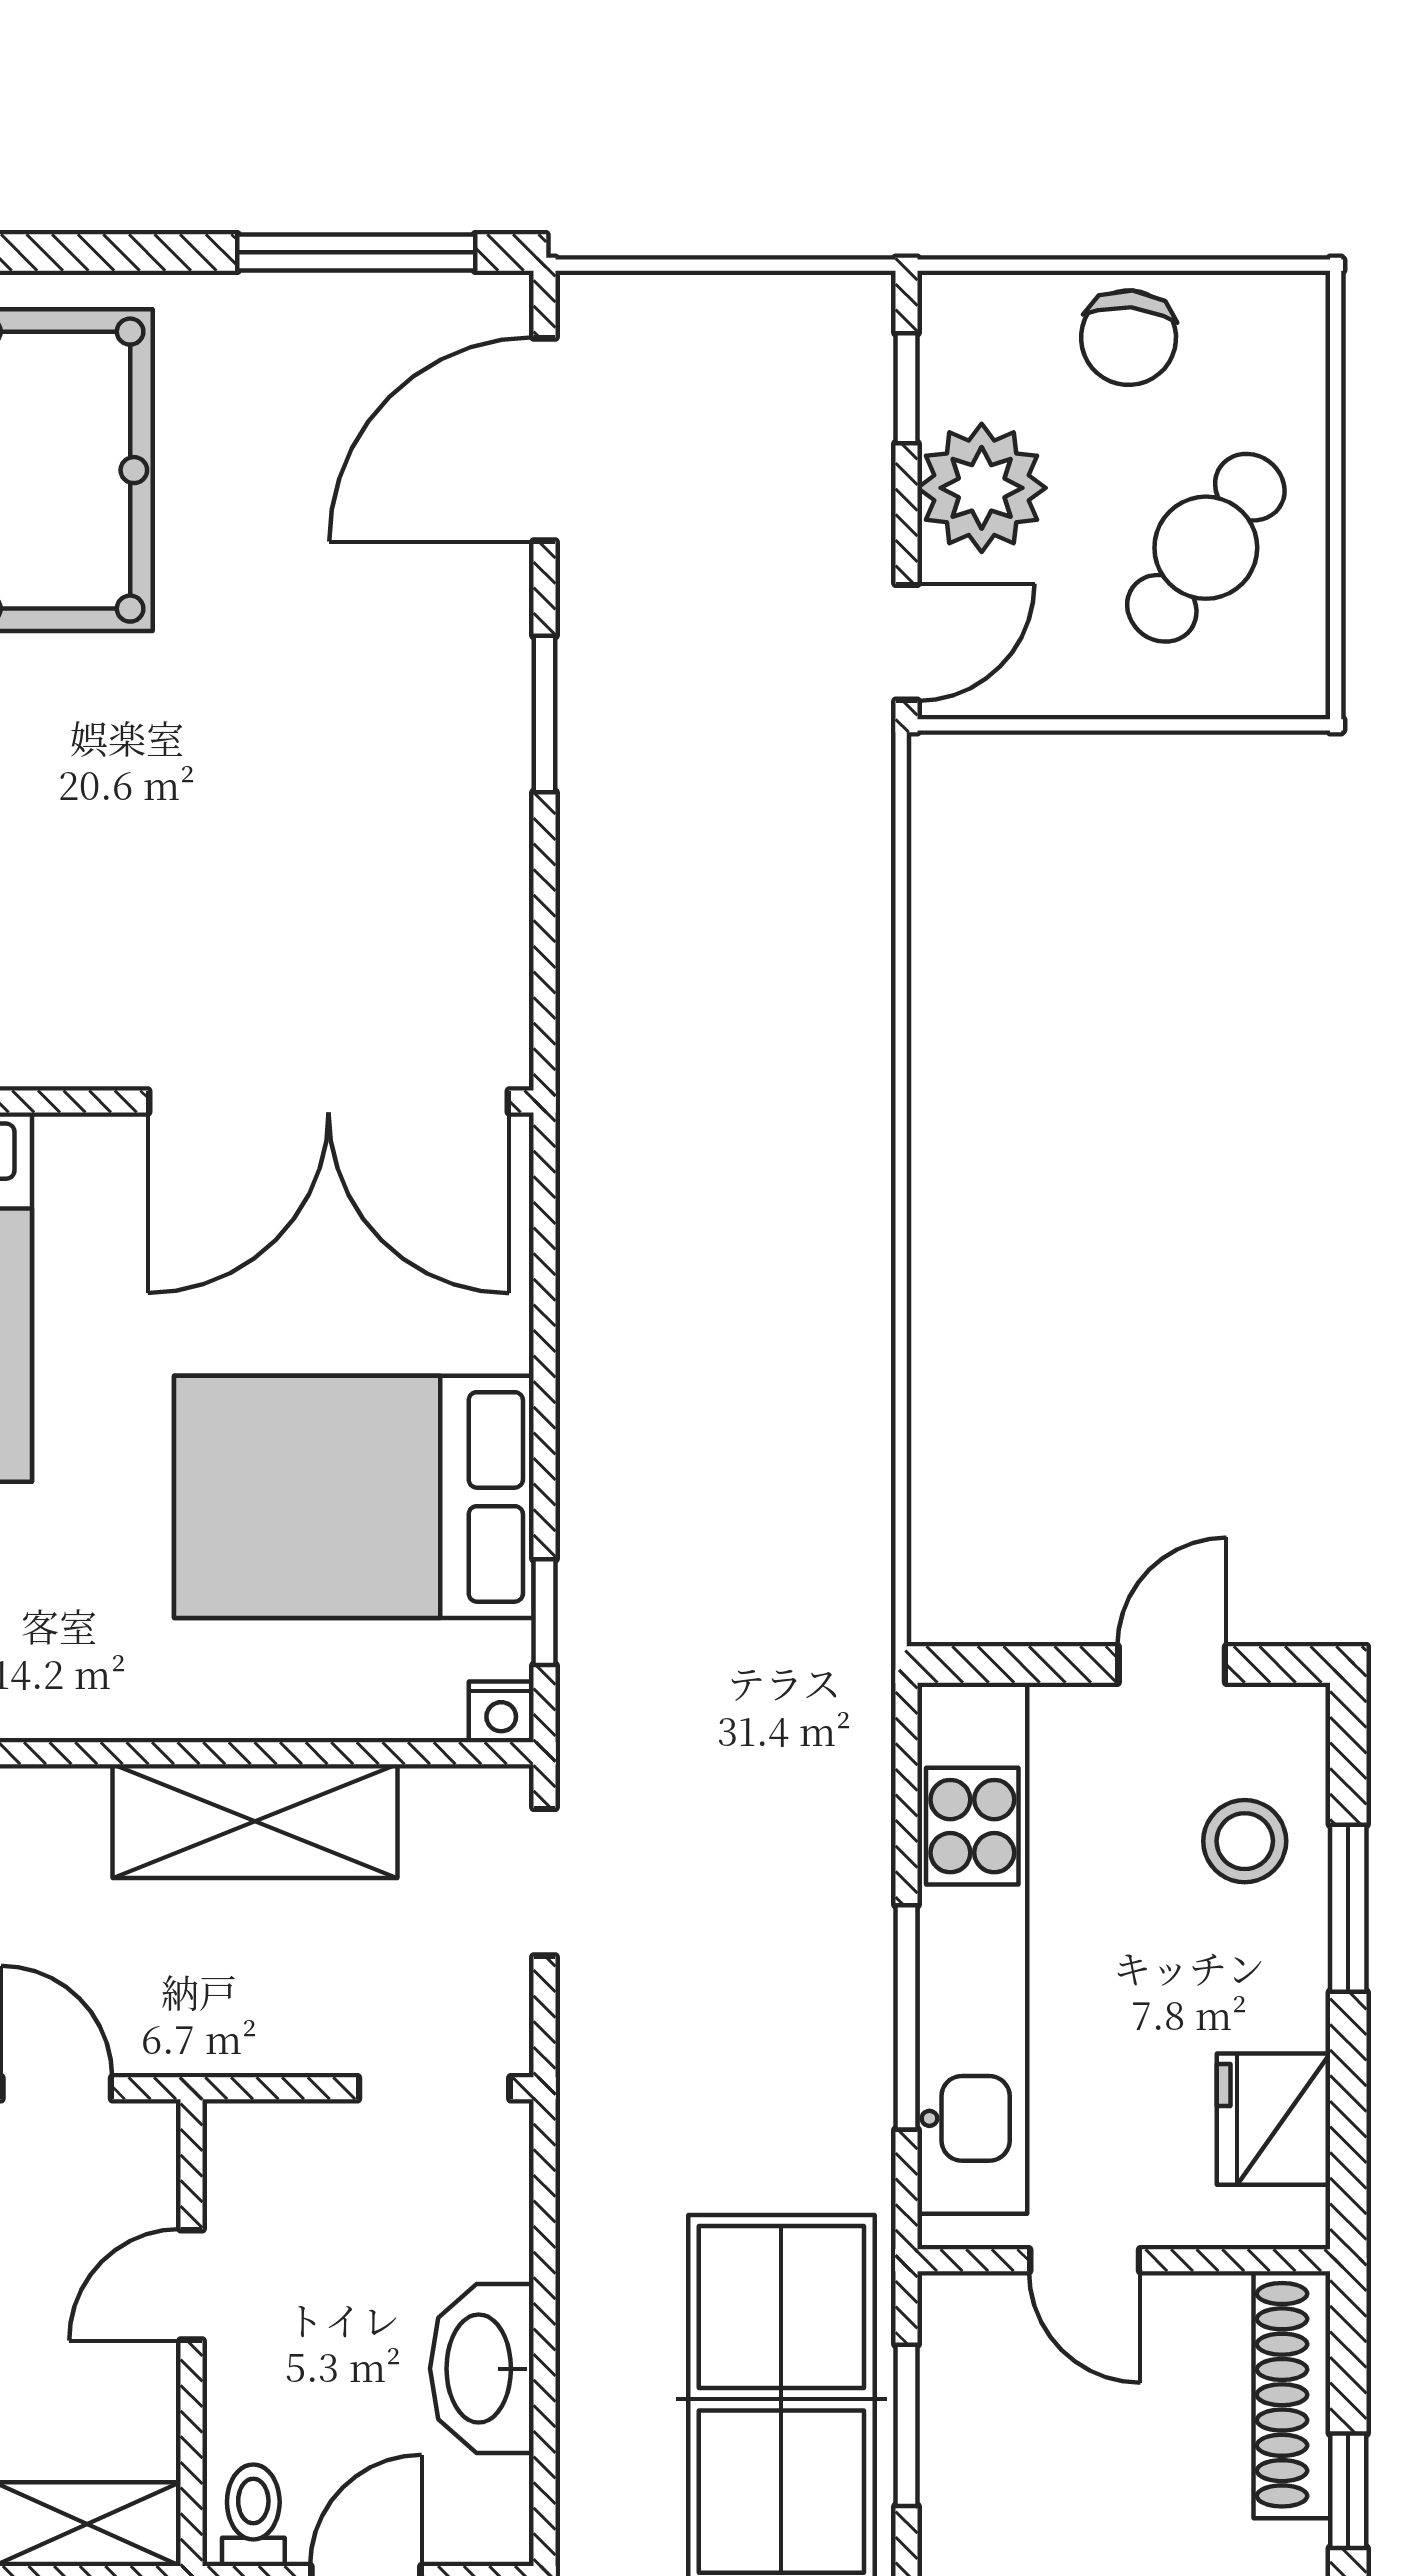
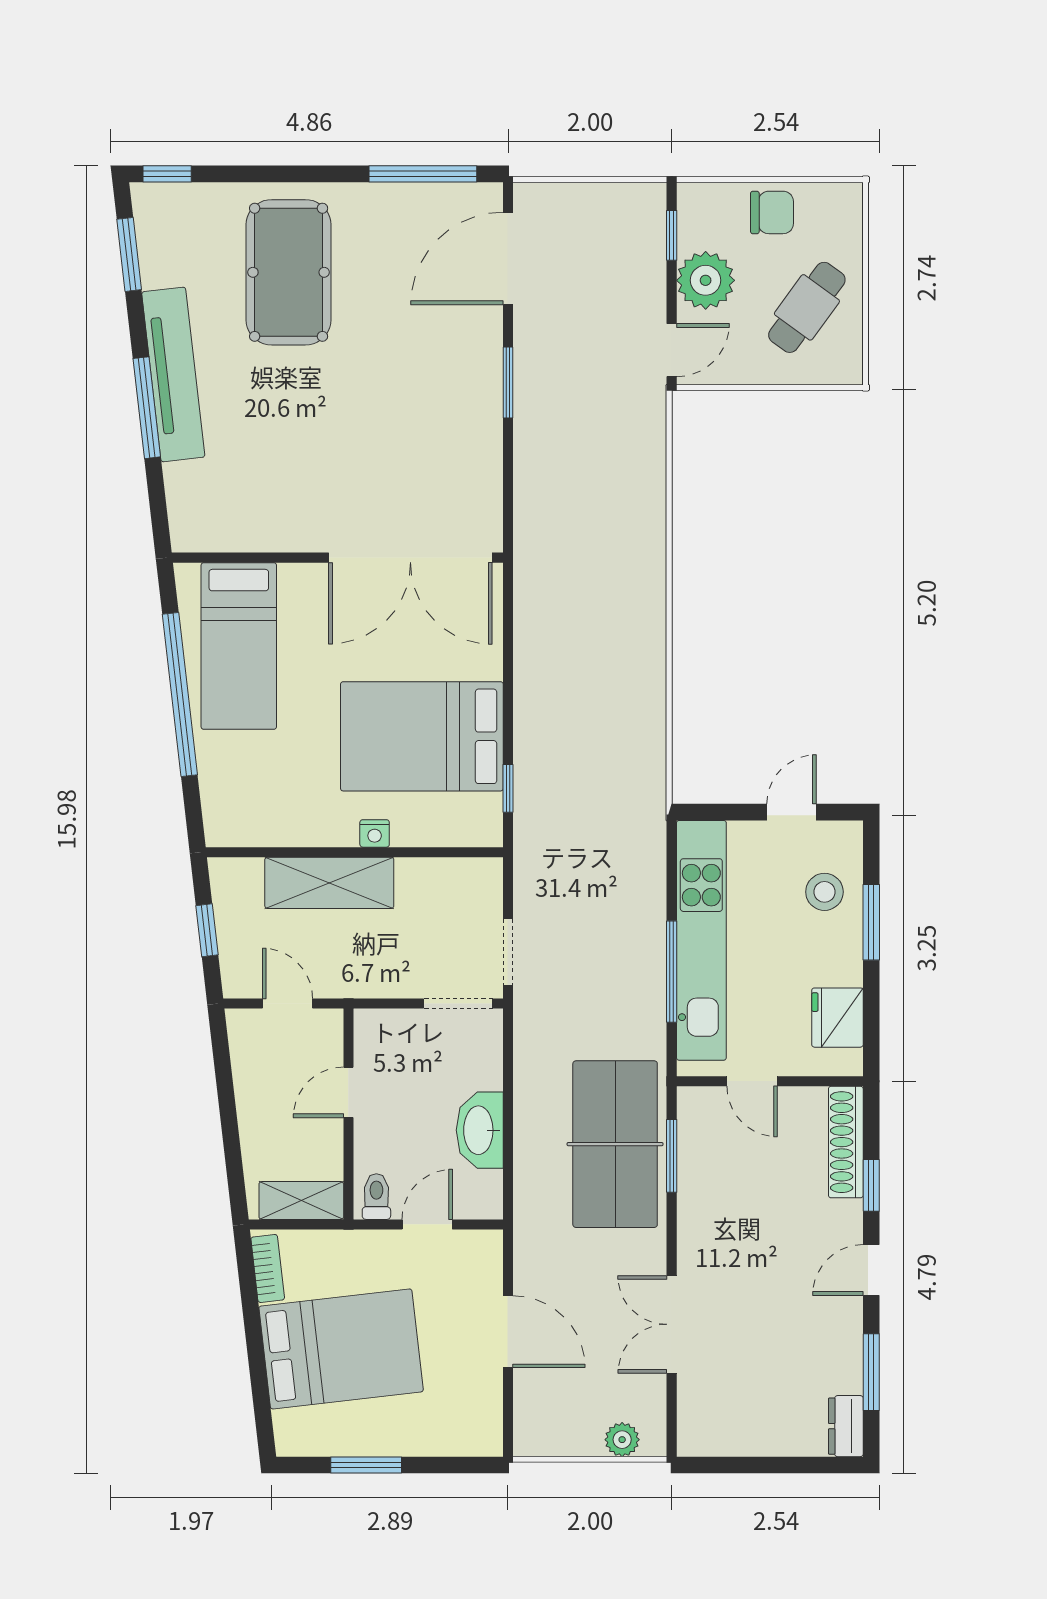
chair: (1129, 338) -> (772, 212), turned -95
nightstand: (501, 1712) -> (375, 833), moved
shelving: (255, 1821) -> (329, 883), moved
doorway: (544, 1882) -> (508, 952), moved

